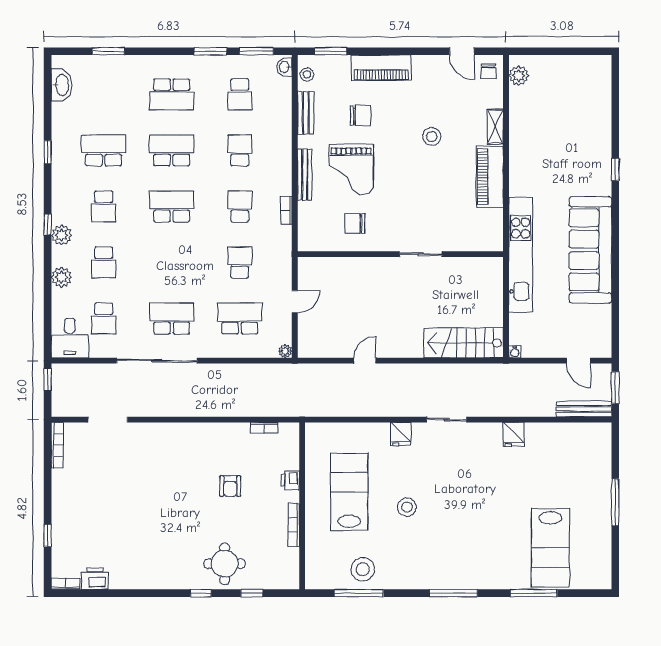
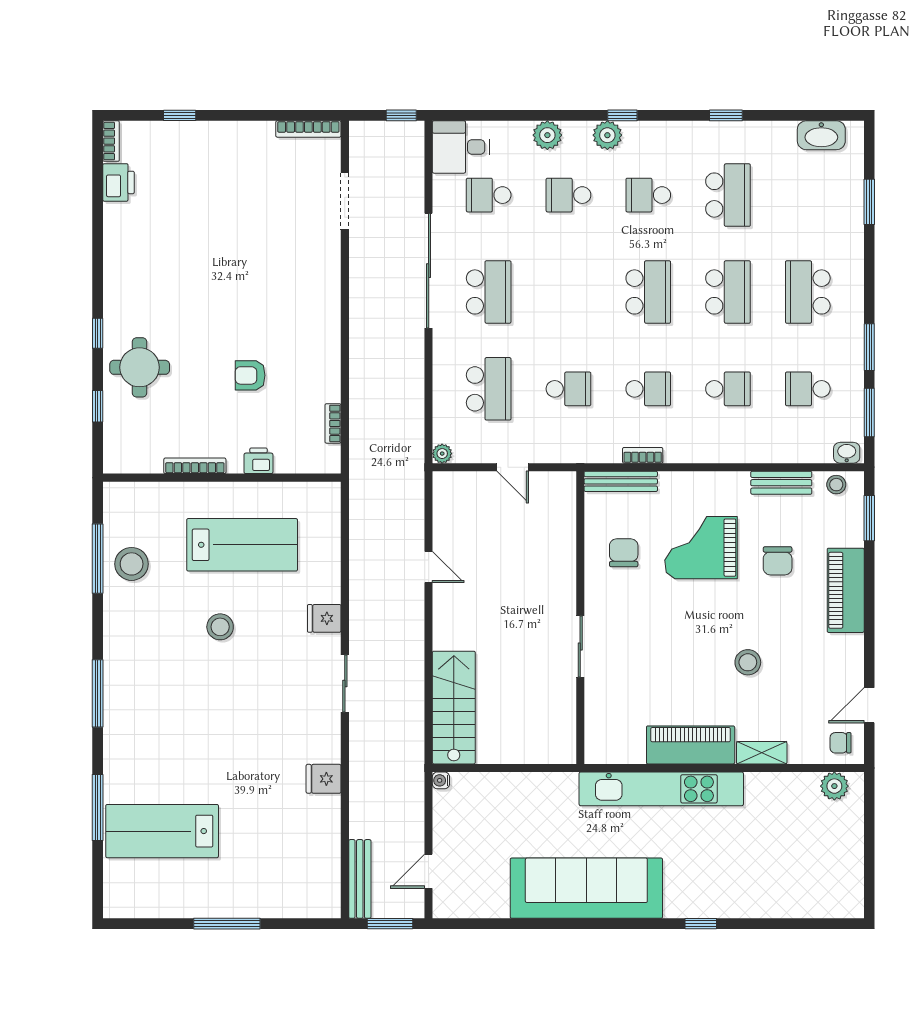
bench: (305, 175) -> (621, 481), moved
kitchen unit: (521, 255) -> (661, 789), moved

